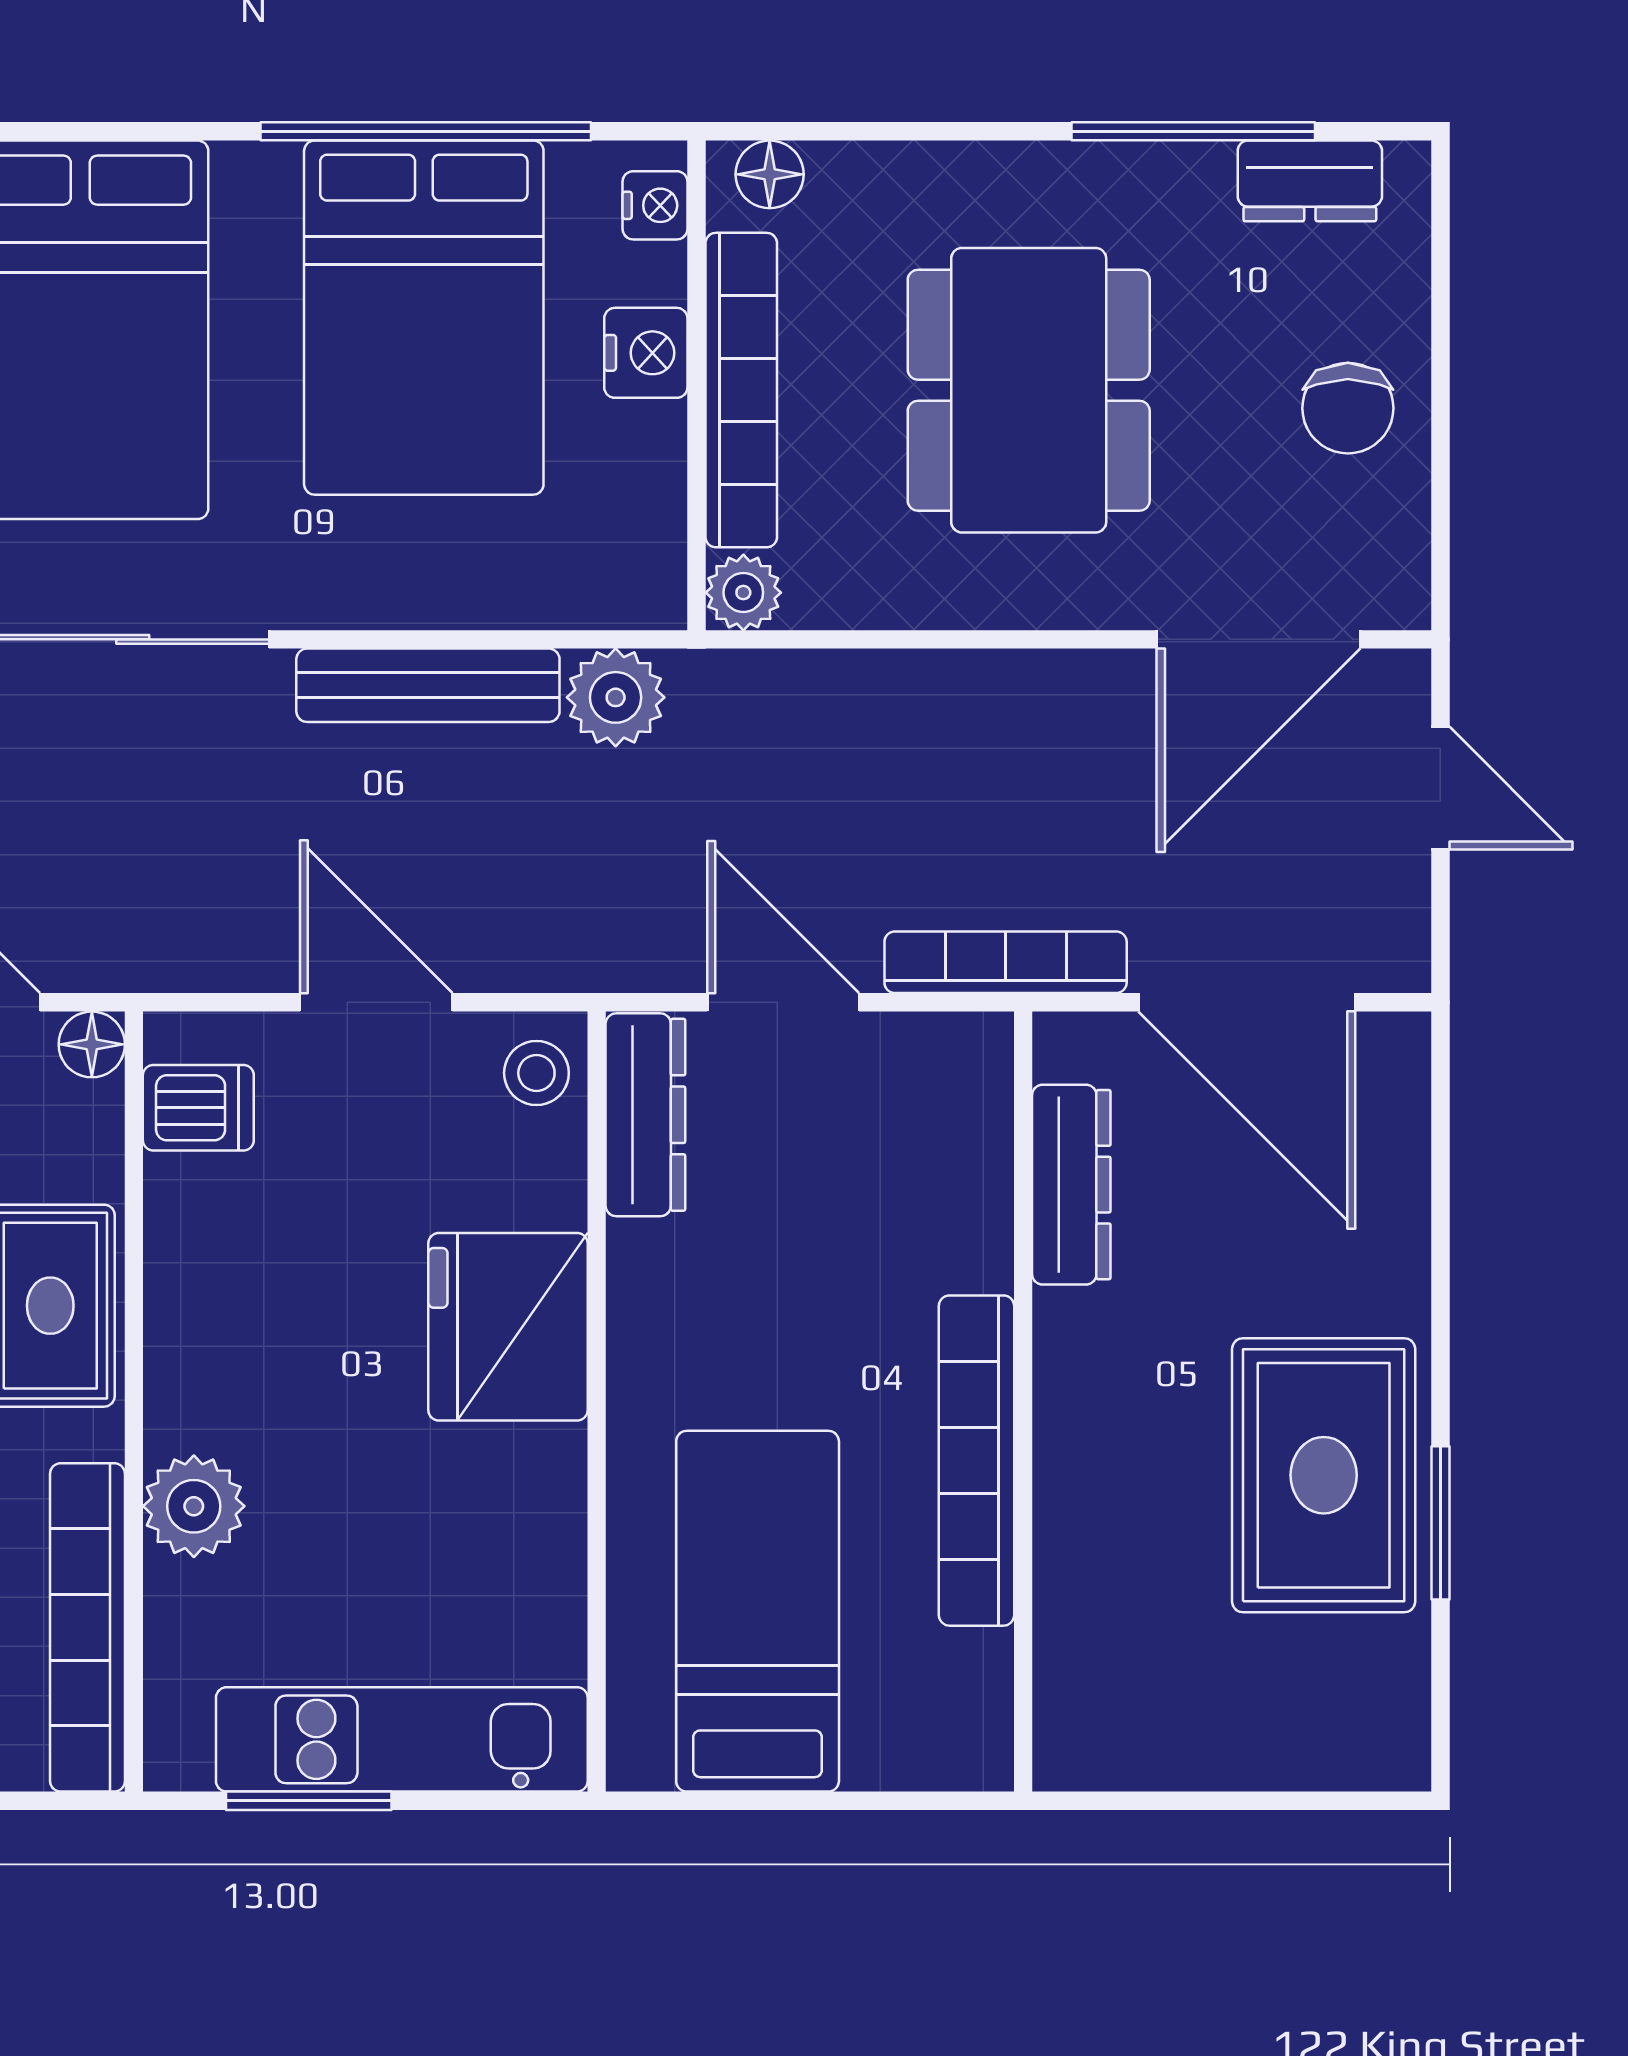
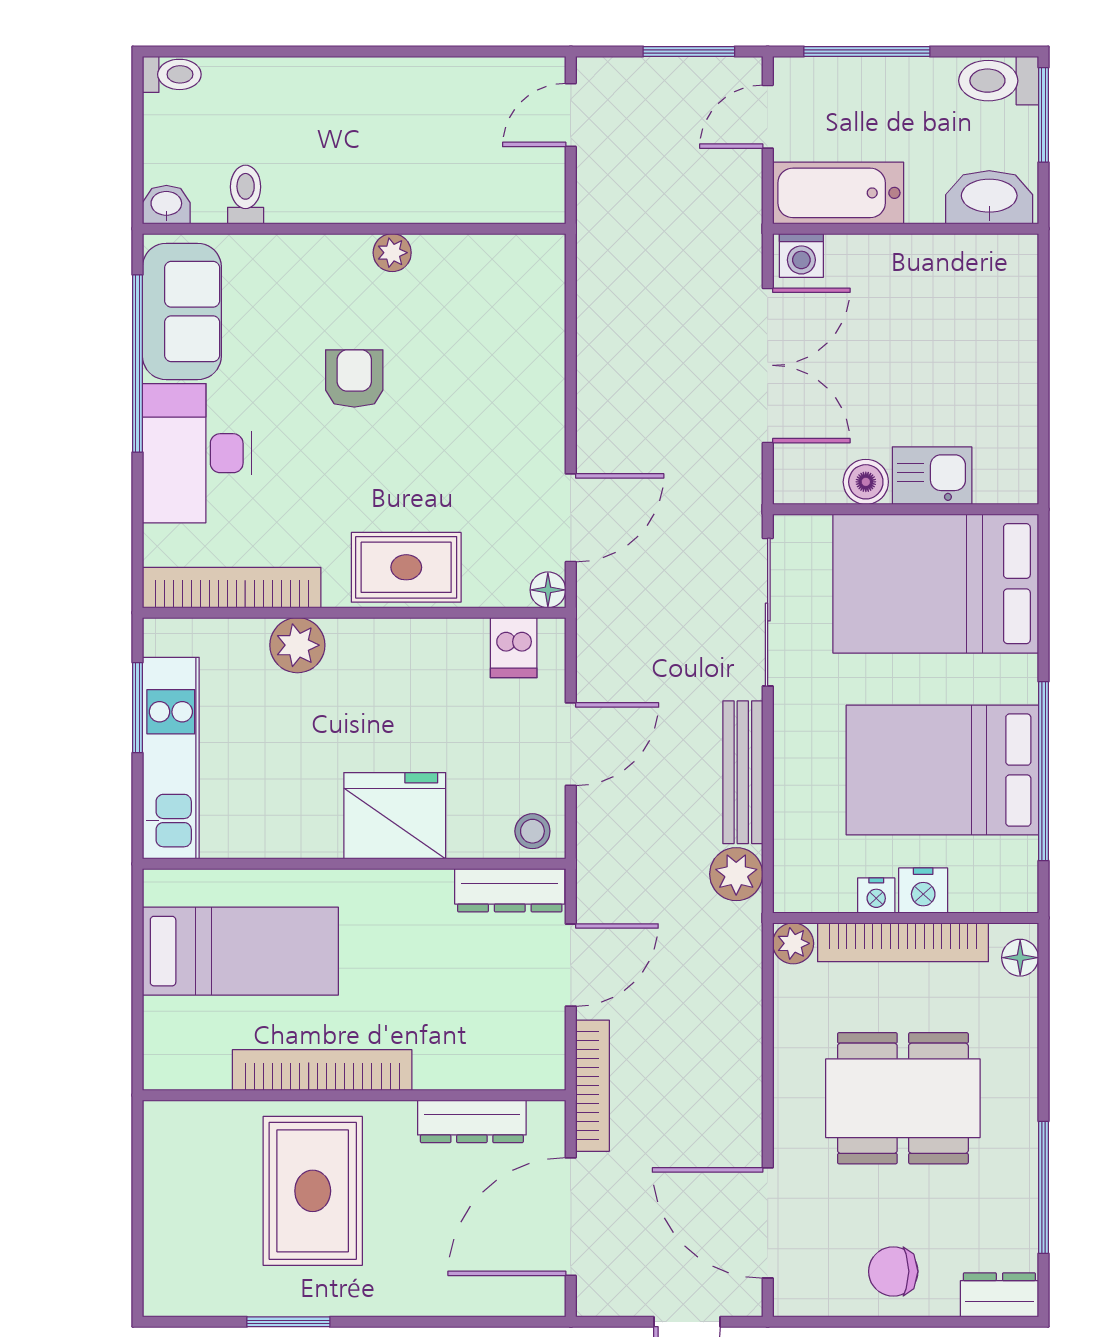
dresser: (1310, 181) -> (999, 1295), moved, turned 90
nightstand: (655, 205) -> (876, 895), moved
rug: (1324, 1475) -> (313, 1191), moved, turned 90

